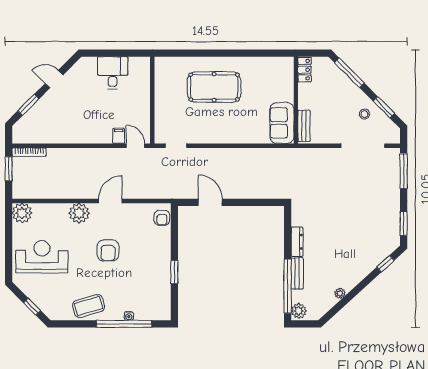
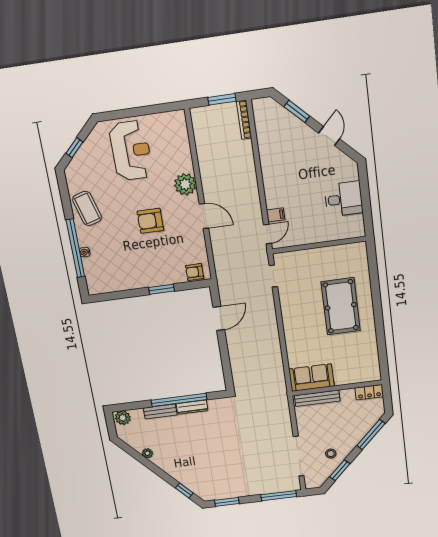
bench: (304, 126) -> (317, 398), width x1.36
plant: (22, 213) -> (175, 122), removed
window: (174, 272) -> (161, 289), moved
window: (288, 286) -> (179, 400), moved

